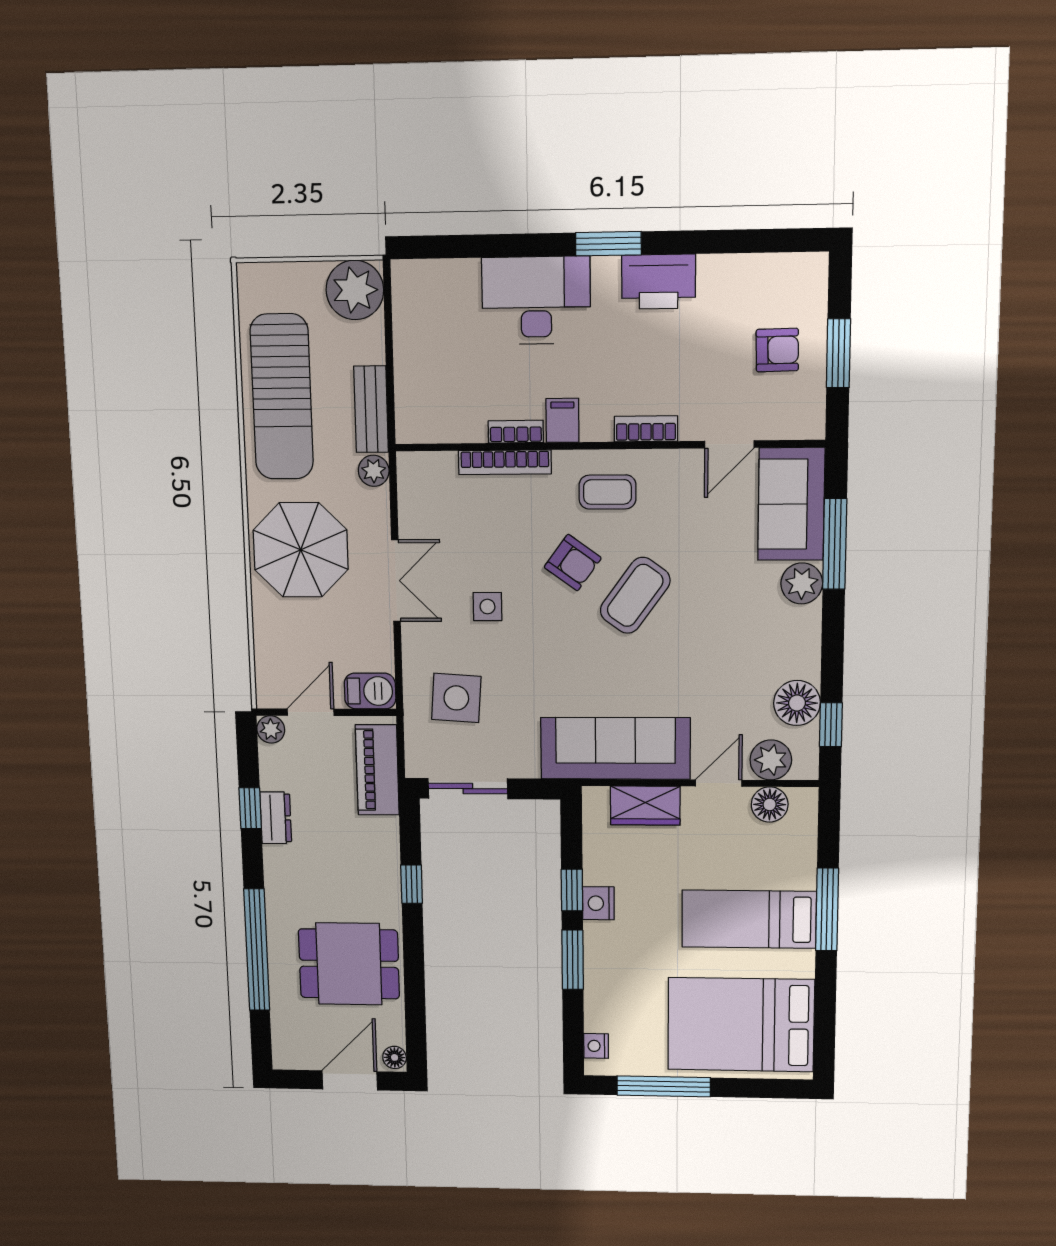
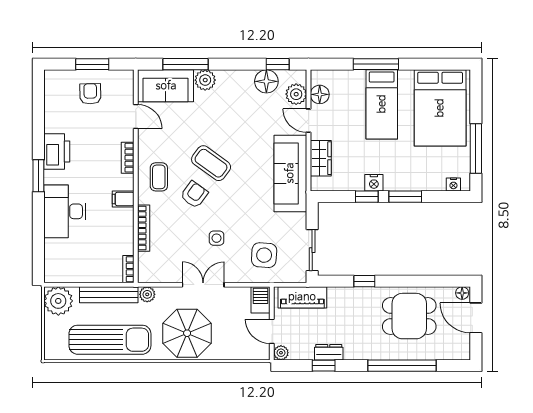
bench: (371, 409) -> (109, 295), width x1.36
bookcase: (516, 432) -> (128, 269), moved
dining table: (349, 964) -> (409, 316), turned 90

